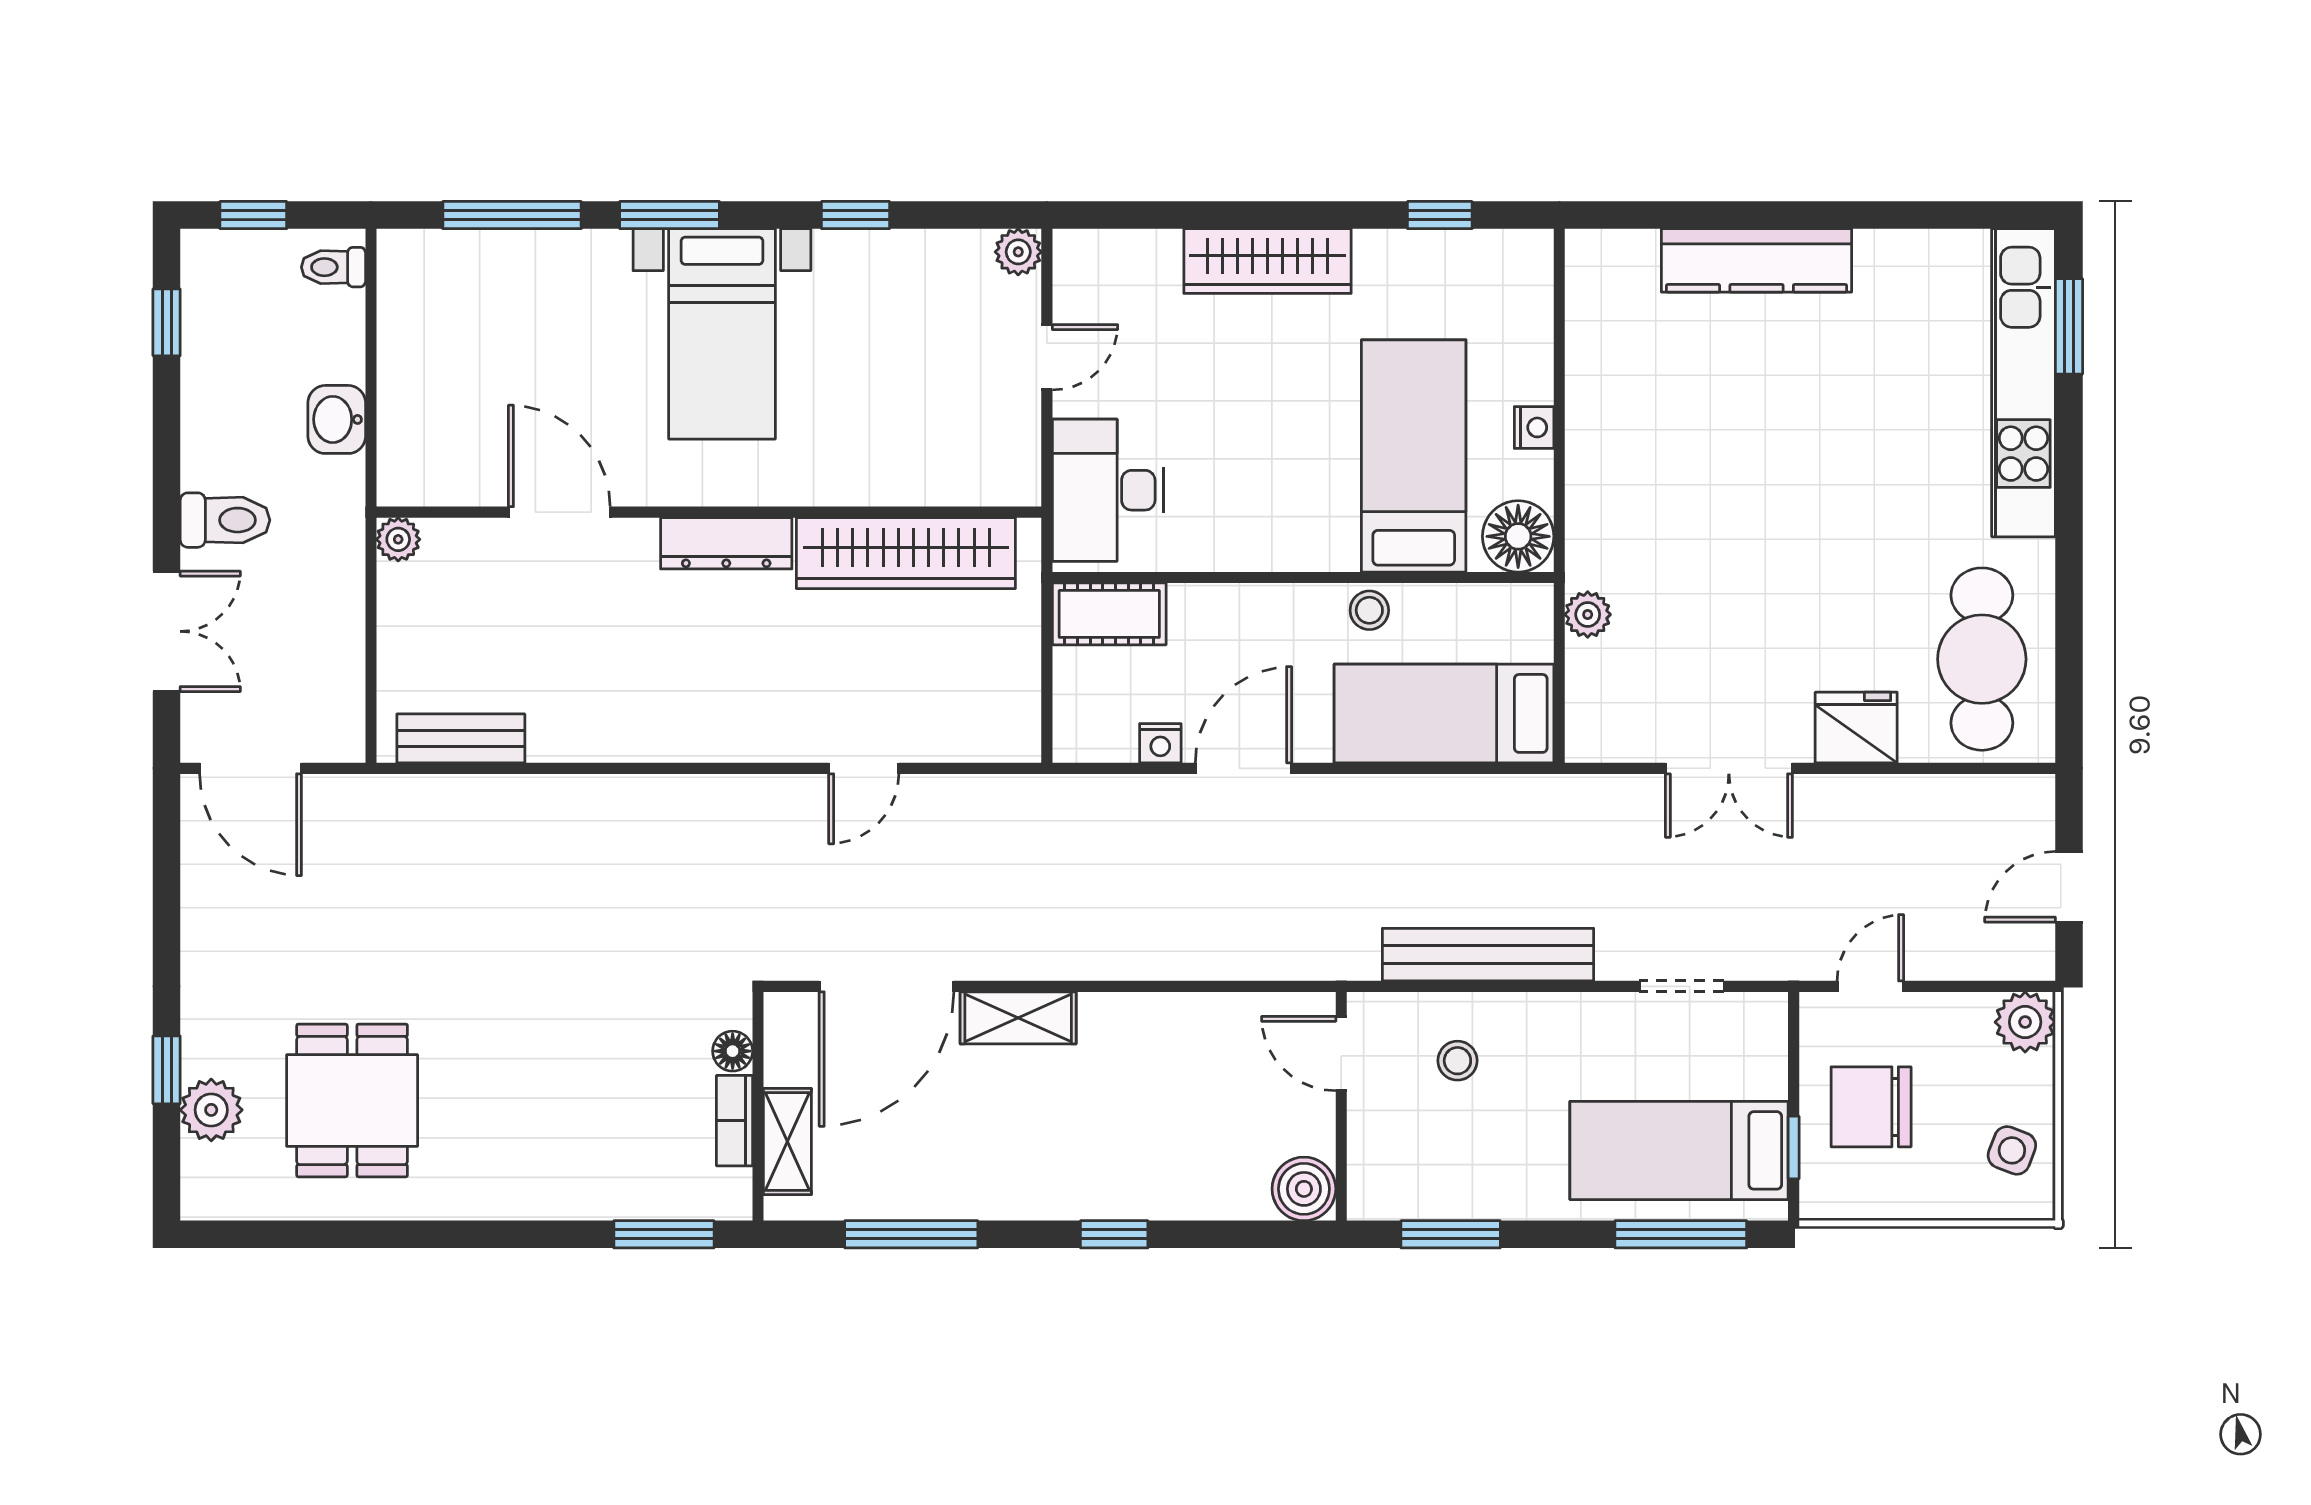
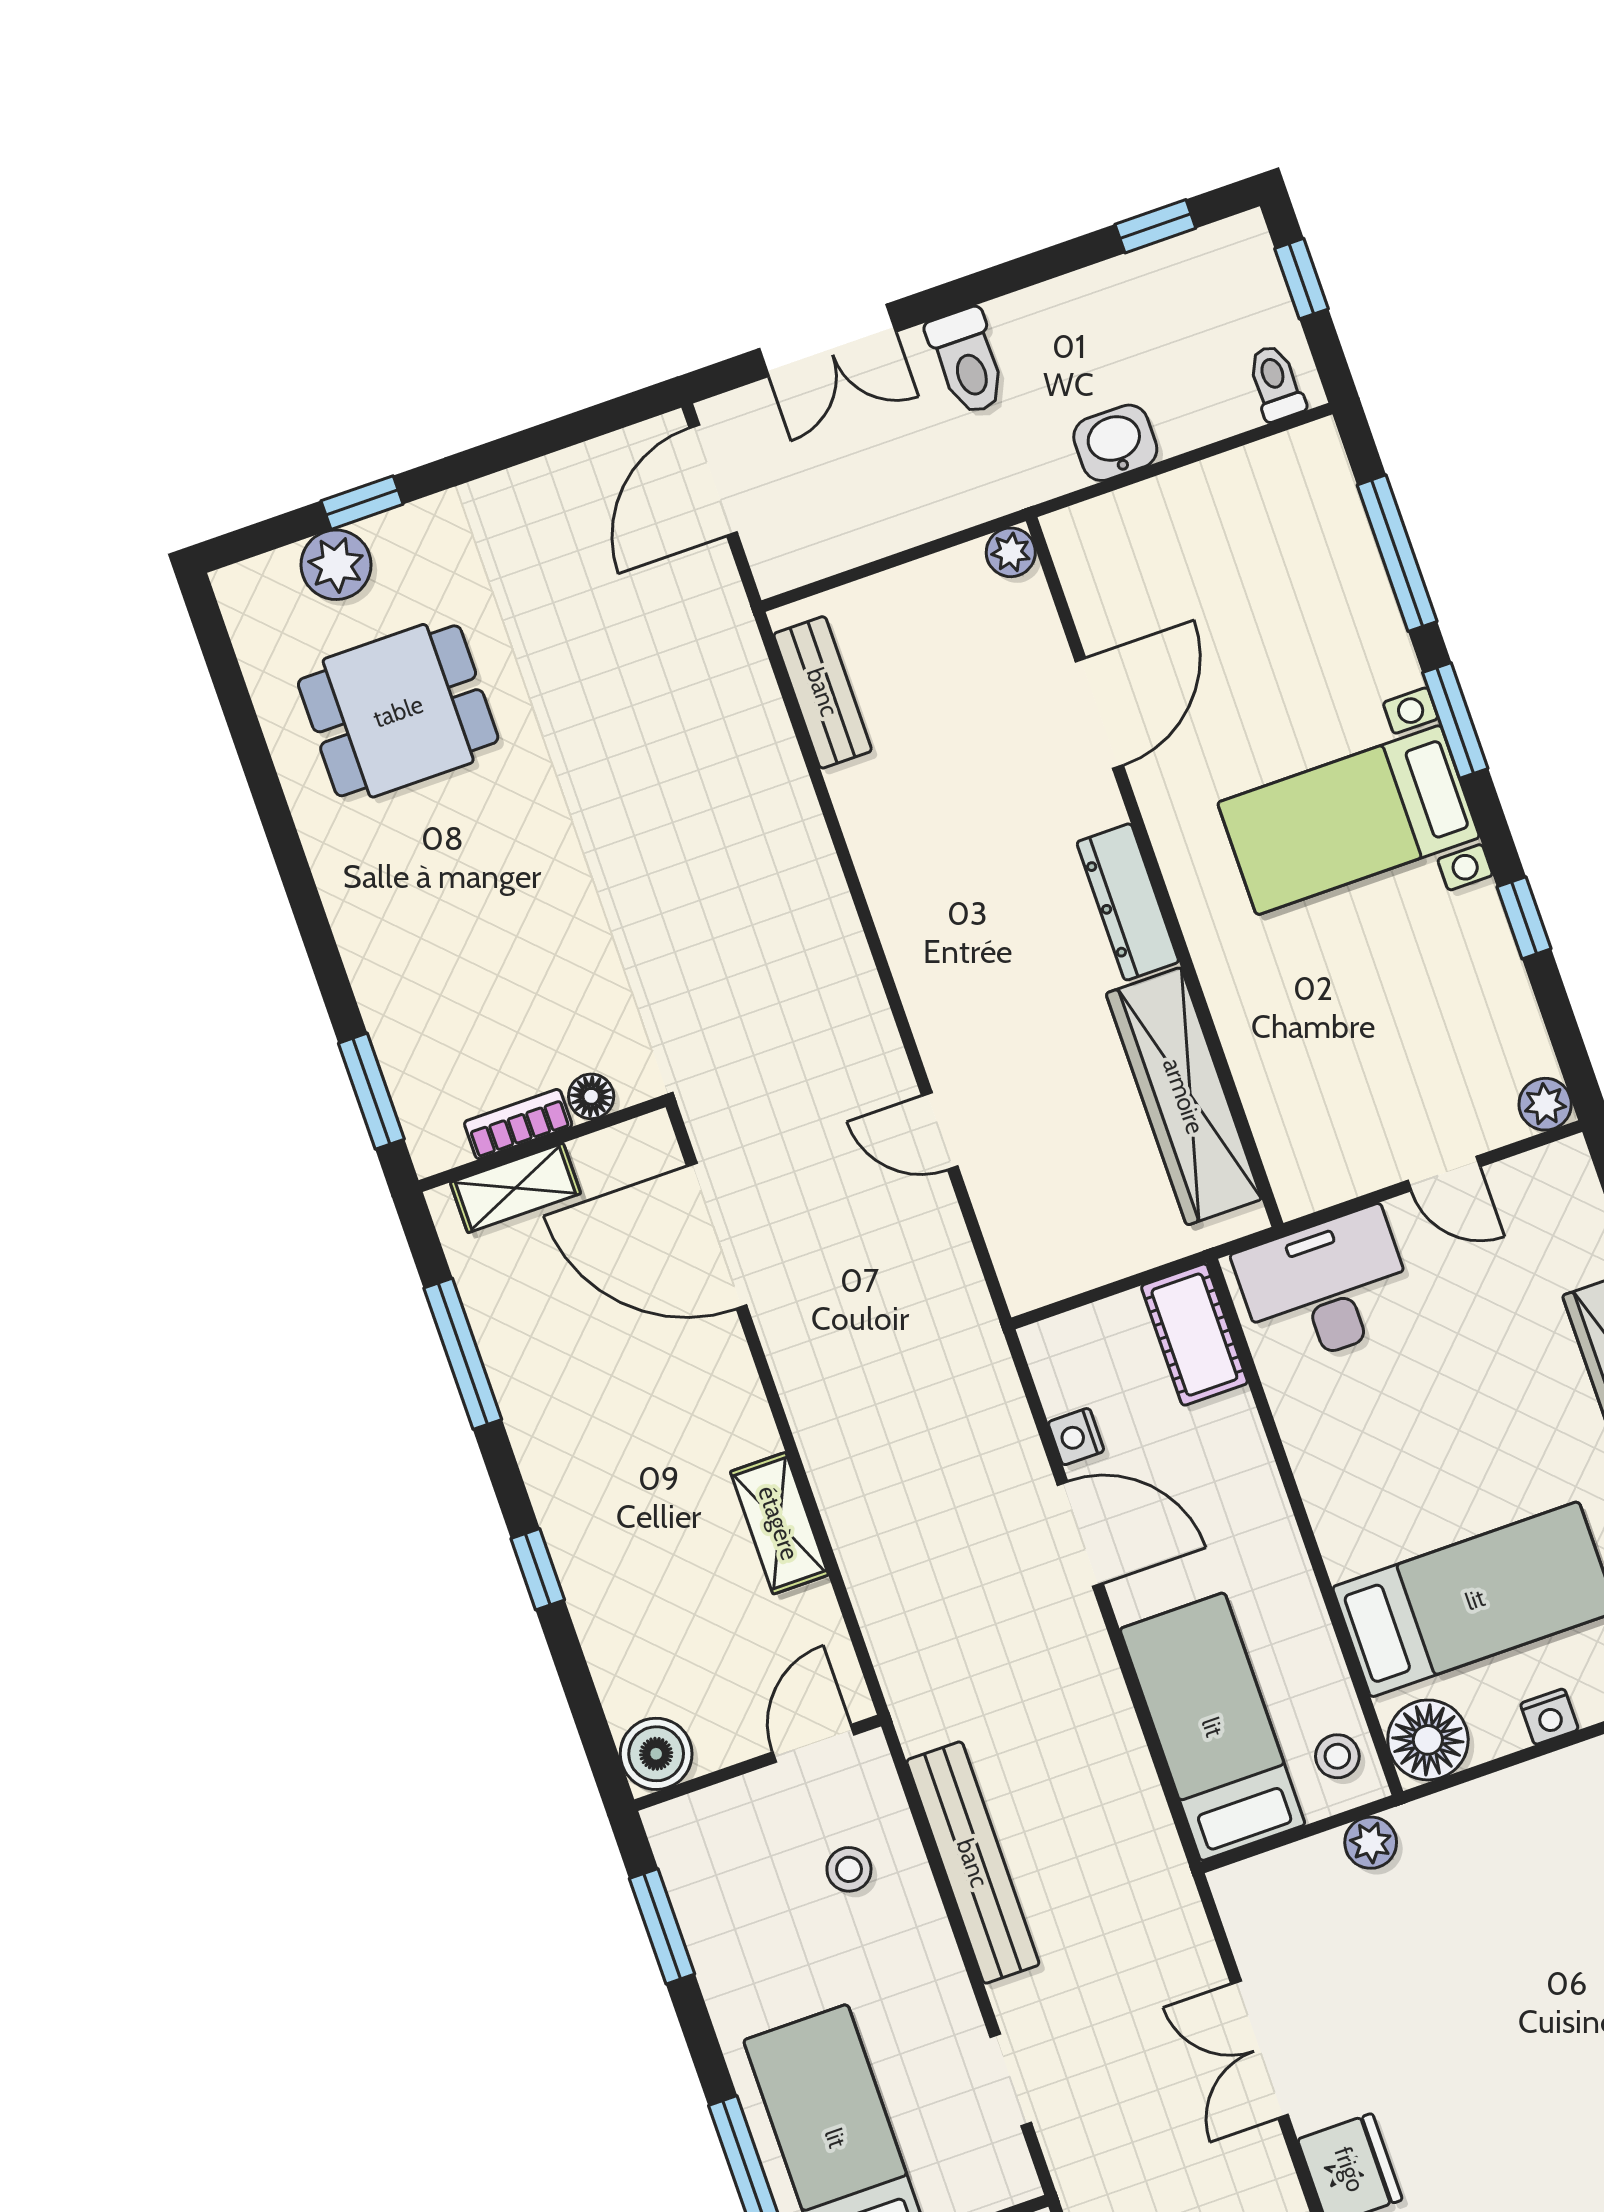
stool: (1369, 610) -> (1337, 1756), moved
shelving: (1018, 1018) -> (779, 1523), moved

